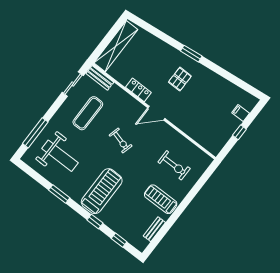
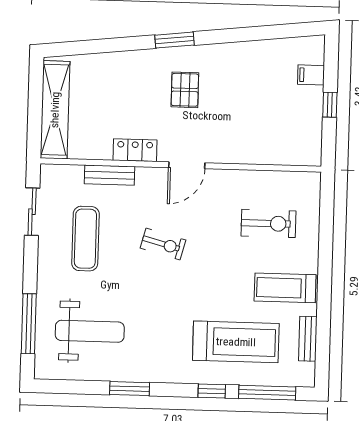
bench: (100, 78) -> (110, 175), moved
treadmill: (102, 191) -> (236, 342), moved, turned 90
window: (119, 240) -> (267, 393), width x2.17

